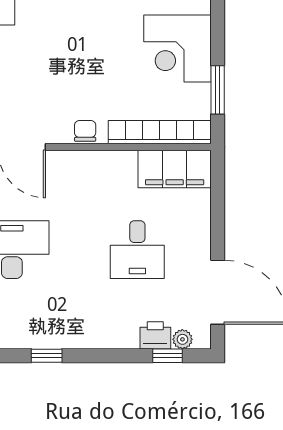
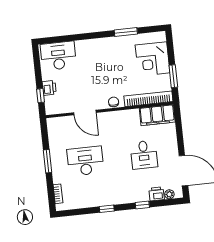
window: (168, 356) -> (142, 205), moved

